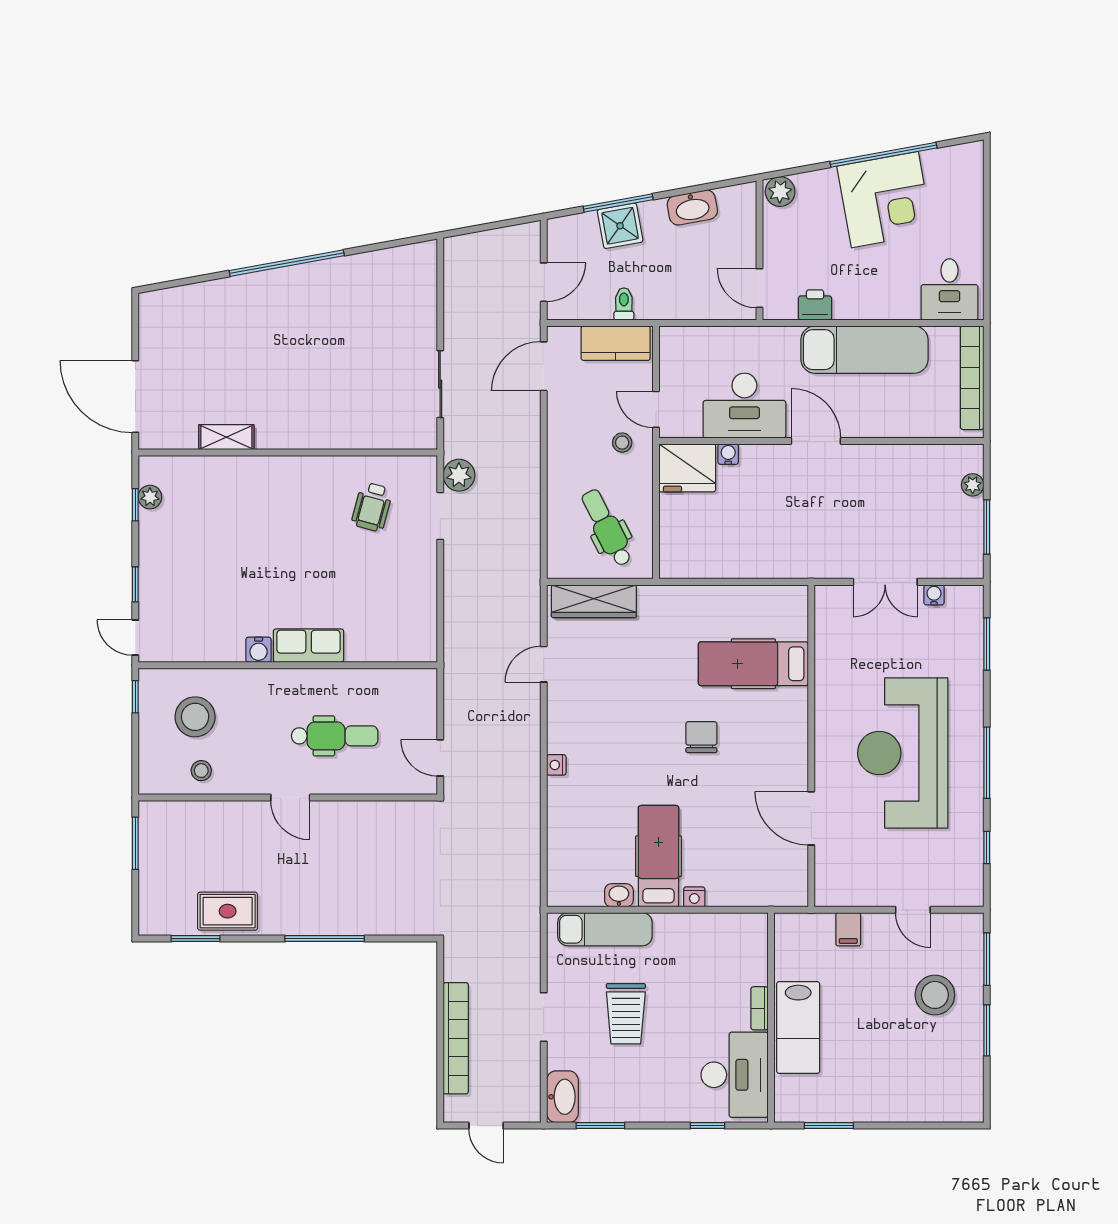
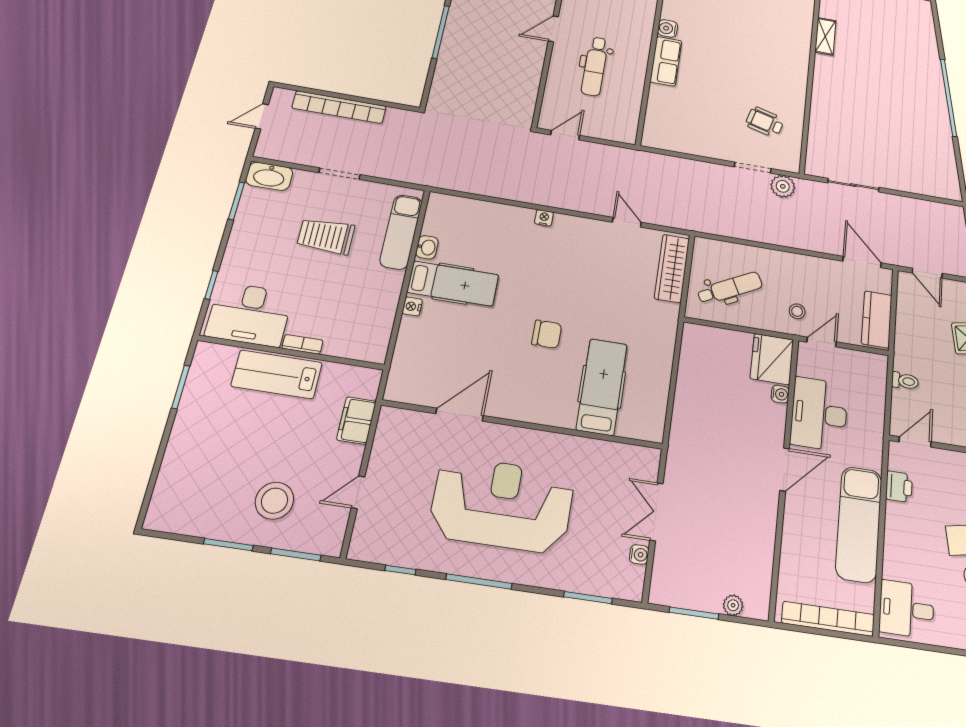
toilet: (624, 304) -> (905, 381), moved
filing cabinet: (848, 929) -> (356, 421), width x2.00

